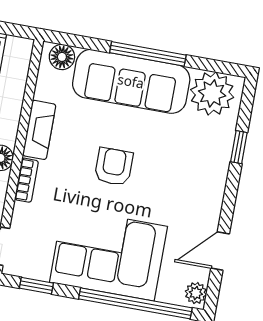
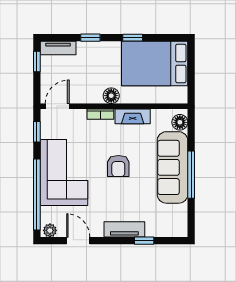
plant: (212, 93) -> (174, 218), removed
armchair: (114, 167) -> (118, 166), turned 90
tv unit: (216, 175) -> (124, 229), added

